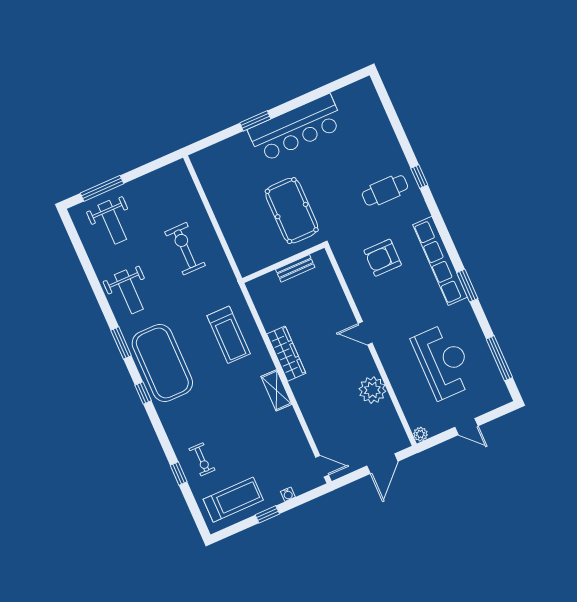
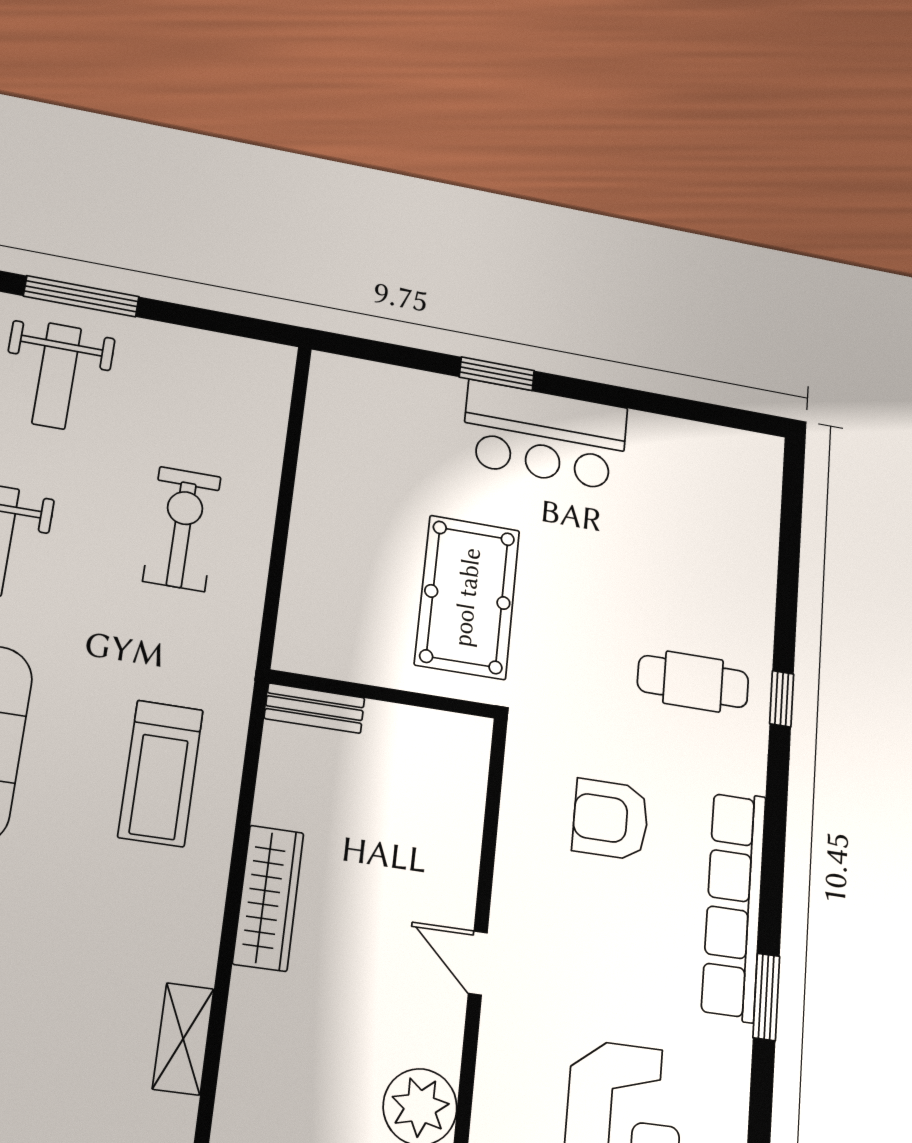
bar counter: (296, 128) -> (545, 435), width x0.73
bench: (295, 268) -> (315, 708), moved
shelving: (276, 390) -> (183, 1039), moved

